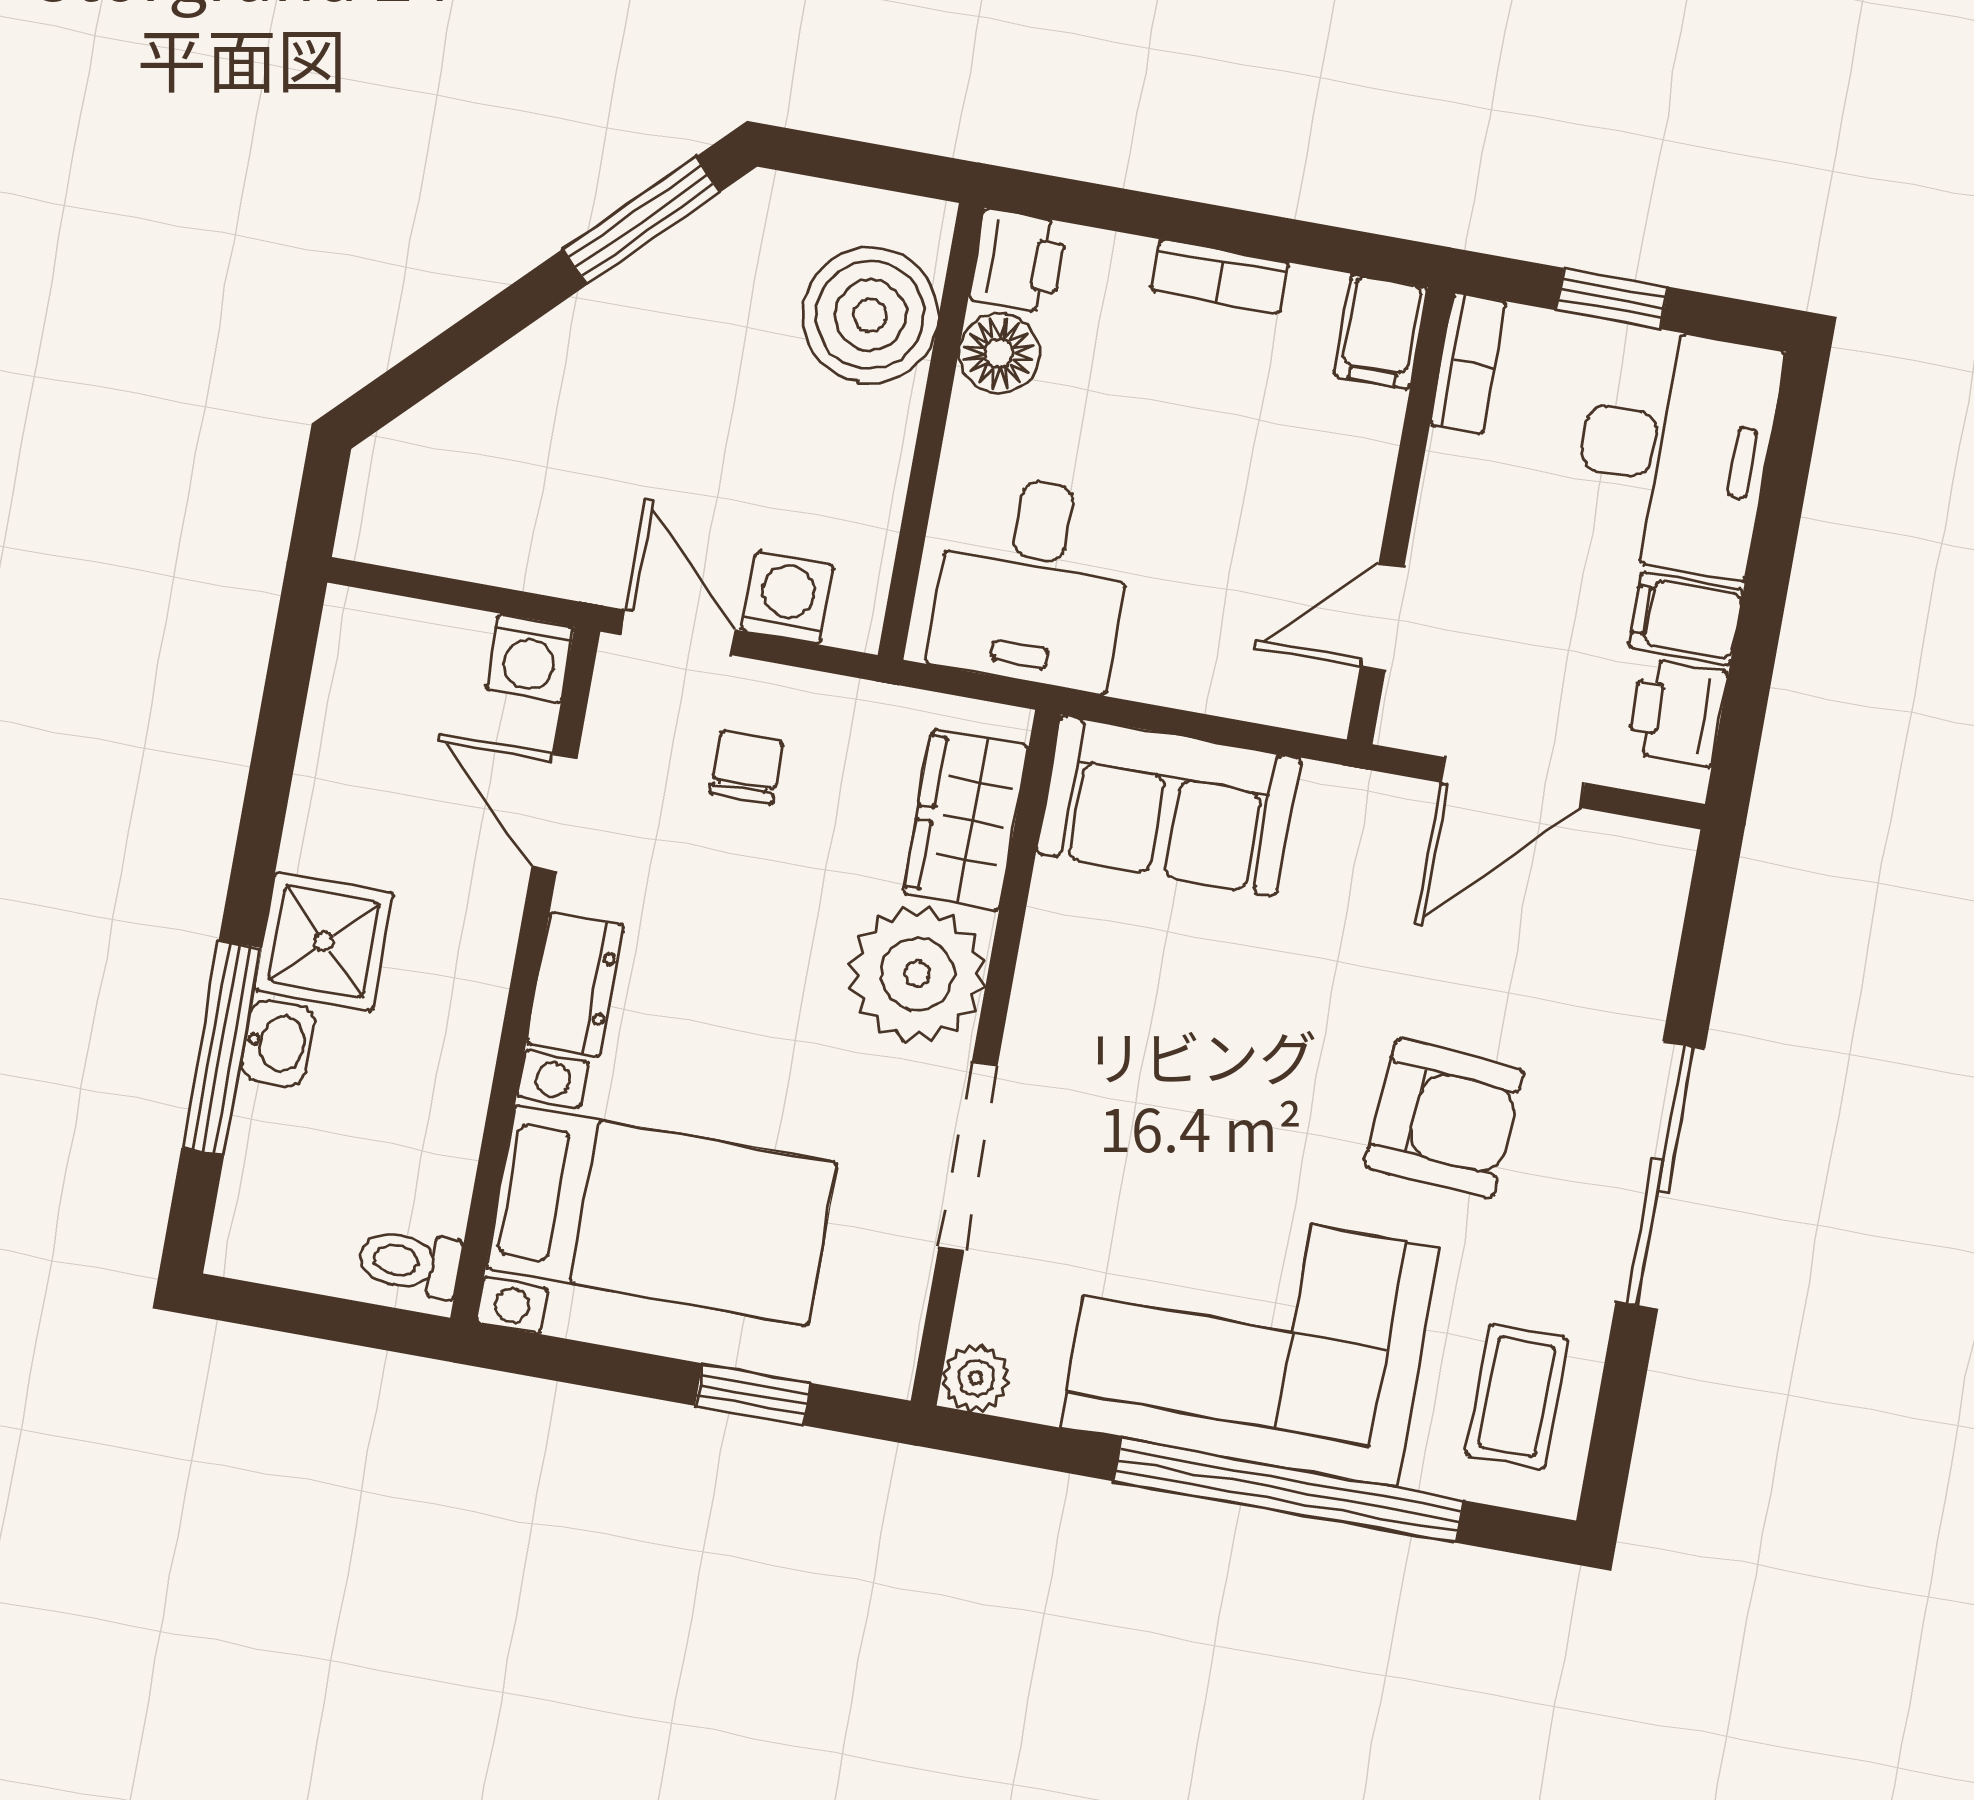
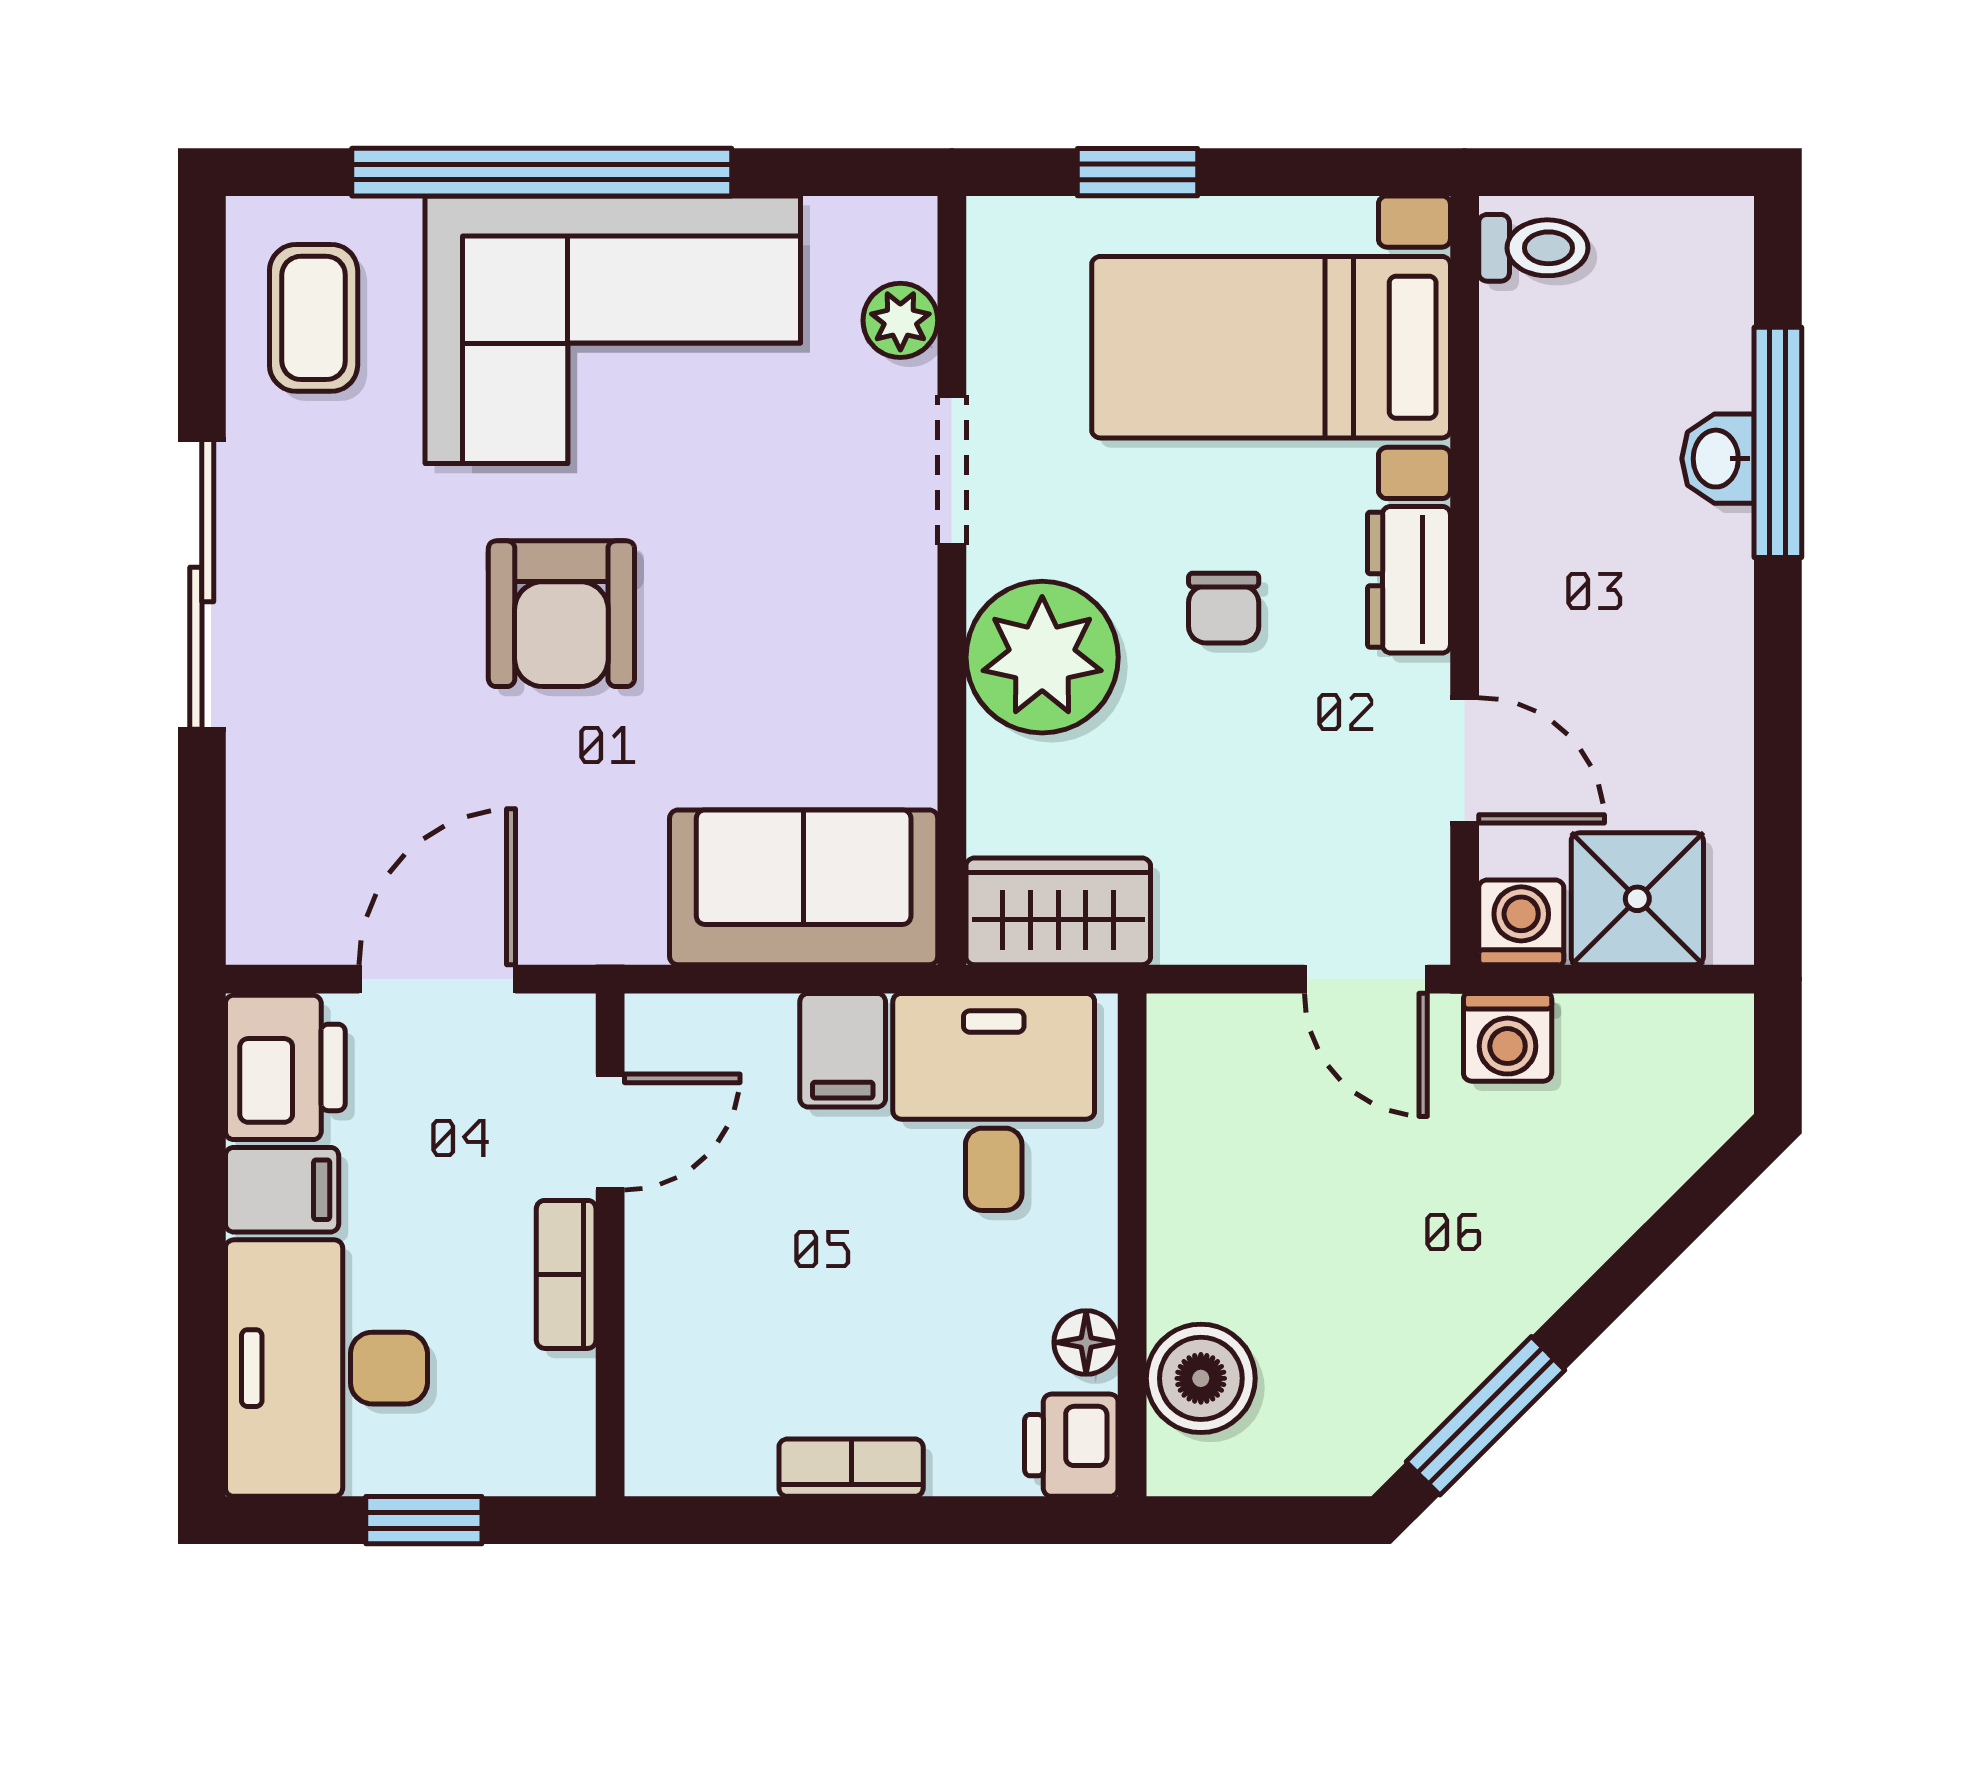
boiler: (870, 315) -> (1201, 1378), width x0.73, depth x0.73
filing cabinet: (1381, 332) -> (843, 1050), moved, turned 180
floor lamp: (999, 353) -> (1086, 1342), width x0.73, depth x0.73
bookcase: (1468, 363) -> (566, 1274), moved
washing machine: (788, 598) -> (1508, 1037), moved
printer: (1677, 712) -> (285, 1067), width x1.36, depth x1.24
chair: (746, 767) -> (1224, 608), moved
wardrobe: (966, 820) -> (1058, 911), moved, turned -90
shower: (324, 942) -> (1637, 899), moved
armchair: (1444, 1118) -> (561, 614), moved, turned -94
doorway: (968, 1156) -> (952, 470), width x0.73
plant: (976, 1378) -> (900, 320), moved

